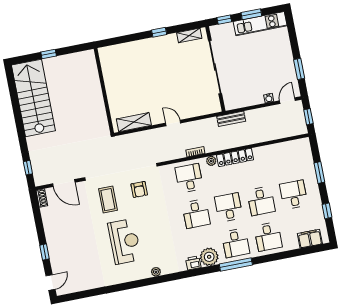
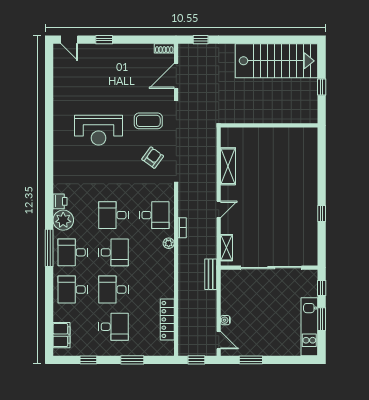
shelving: (189, 35) -> (226, 248), moved
wall: (104, 91) -> (269, 125), moved
locker: (235, 157) -> (167, 319), moved
armchair: (139, 189) -> (153, 158), turned 126
plant: (156, 272) -> (58, 158), removed

